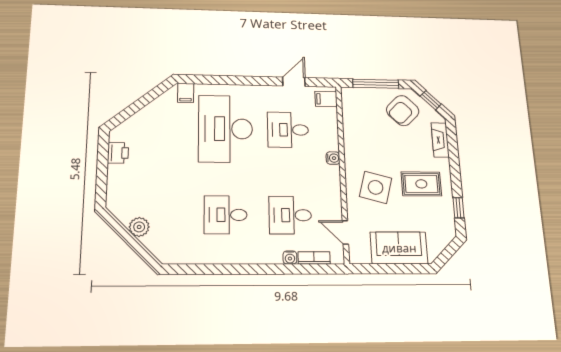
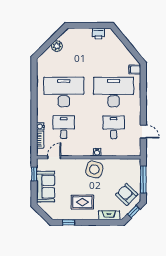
filing cabinet: (326, 99) -> (133, 150), removed
rug: (421, 184) -> (82, 202), turned 90
side table: (376, 187) -> (94, 169), moved
desk: (226, 215) -> (64, 92), width x1.87, depth x1.30
window: (378, 269) -> (34, 174), added

